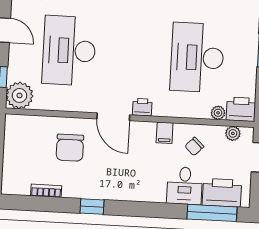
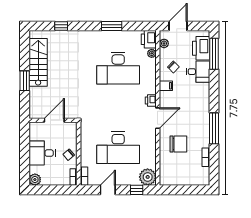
window: (92, 206) -> (214, 128), width x2.17

